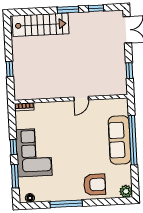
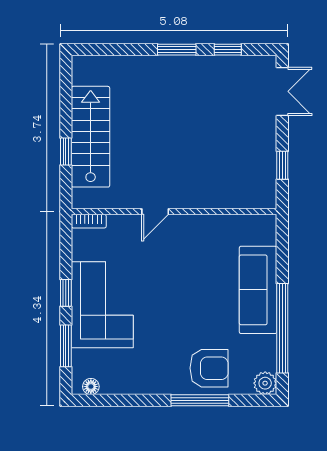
stairs: (40, 25) -> (91, 137), moved, turned -90
door: (81, 99) -> (155, 212), moved
window: (133, 140) -> (282, 328), moved
window: (66, 204) -> (200, 400), moved

